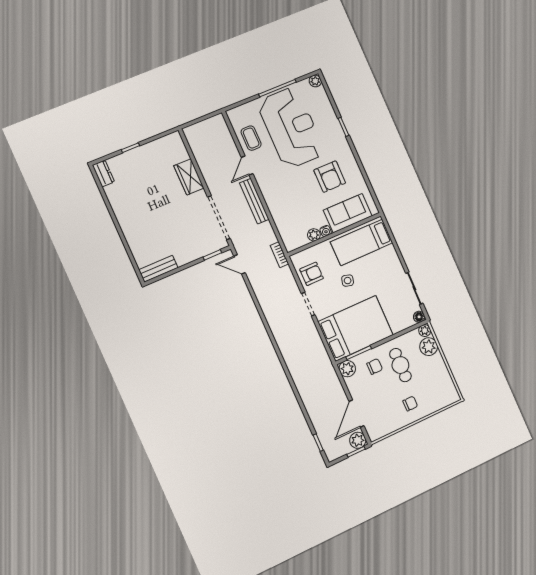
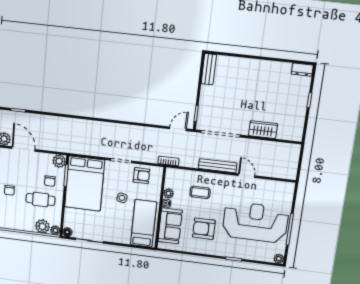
reception desk: (291, 128) -> (255, 222), turned 180
coffee table: (251, 138) -> (200, 192), moved
armchair: (312, 274) -> (141, 176), turned -90

